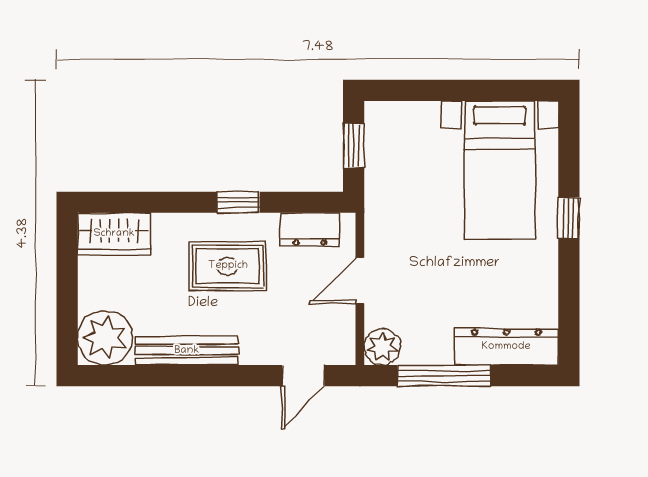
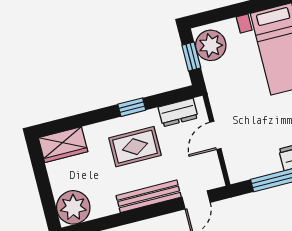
plant: (382, 347) -> (211, 45), moved, width x1.36, depth x1.36
bench: (187, 351) -> (149, 196), moved

